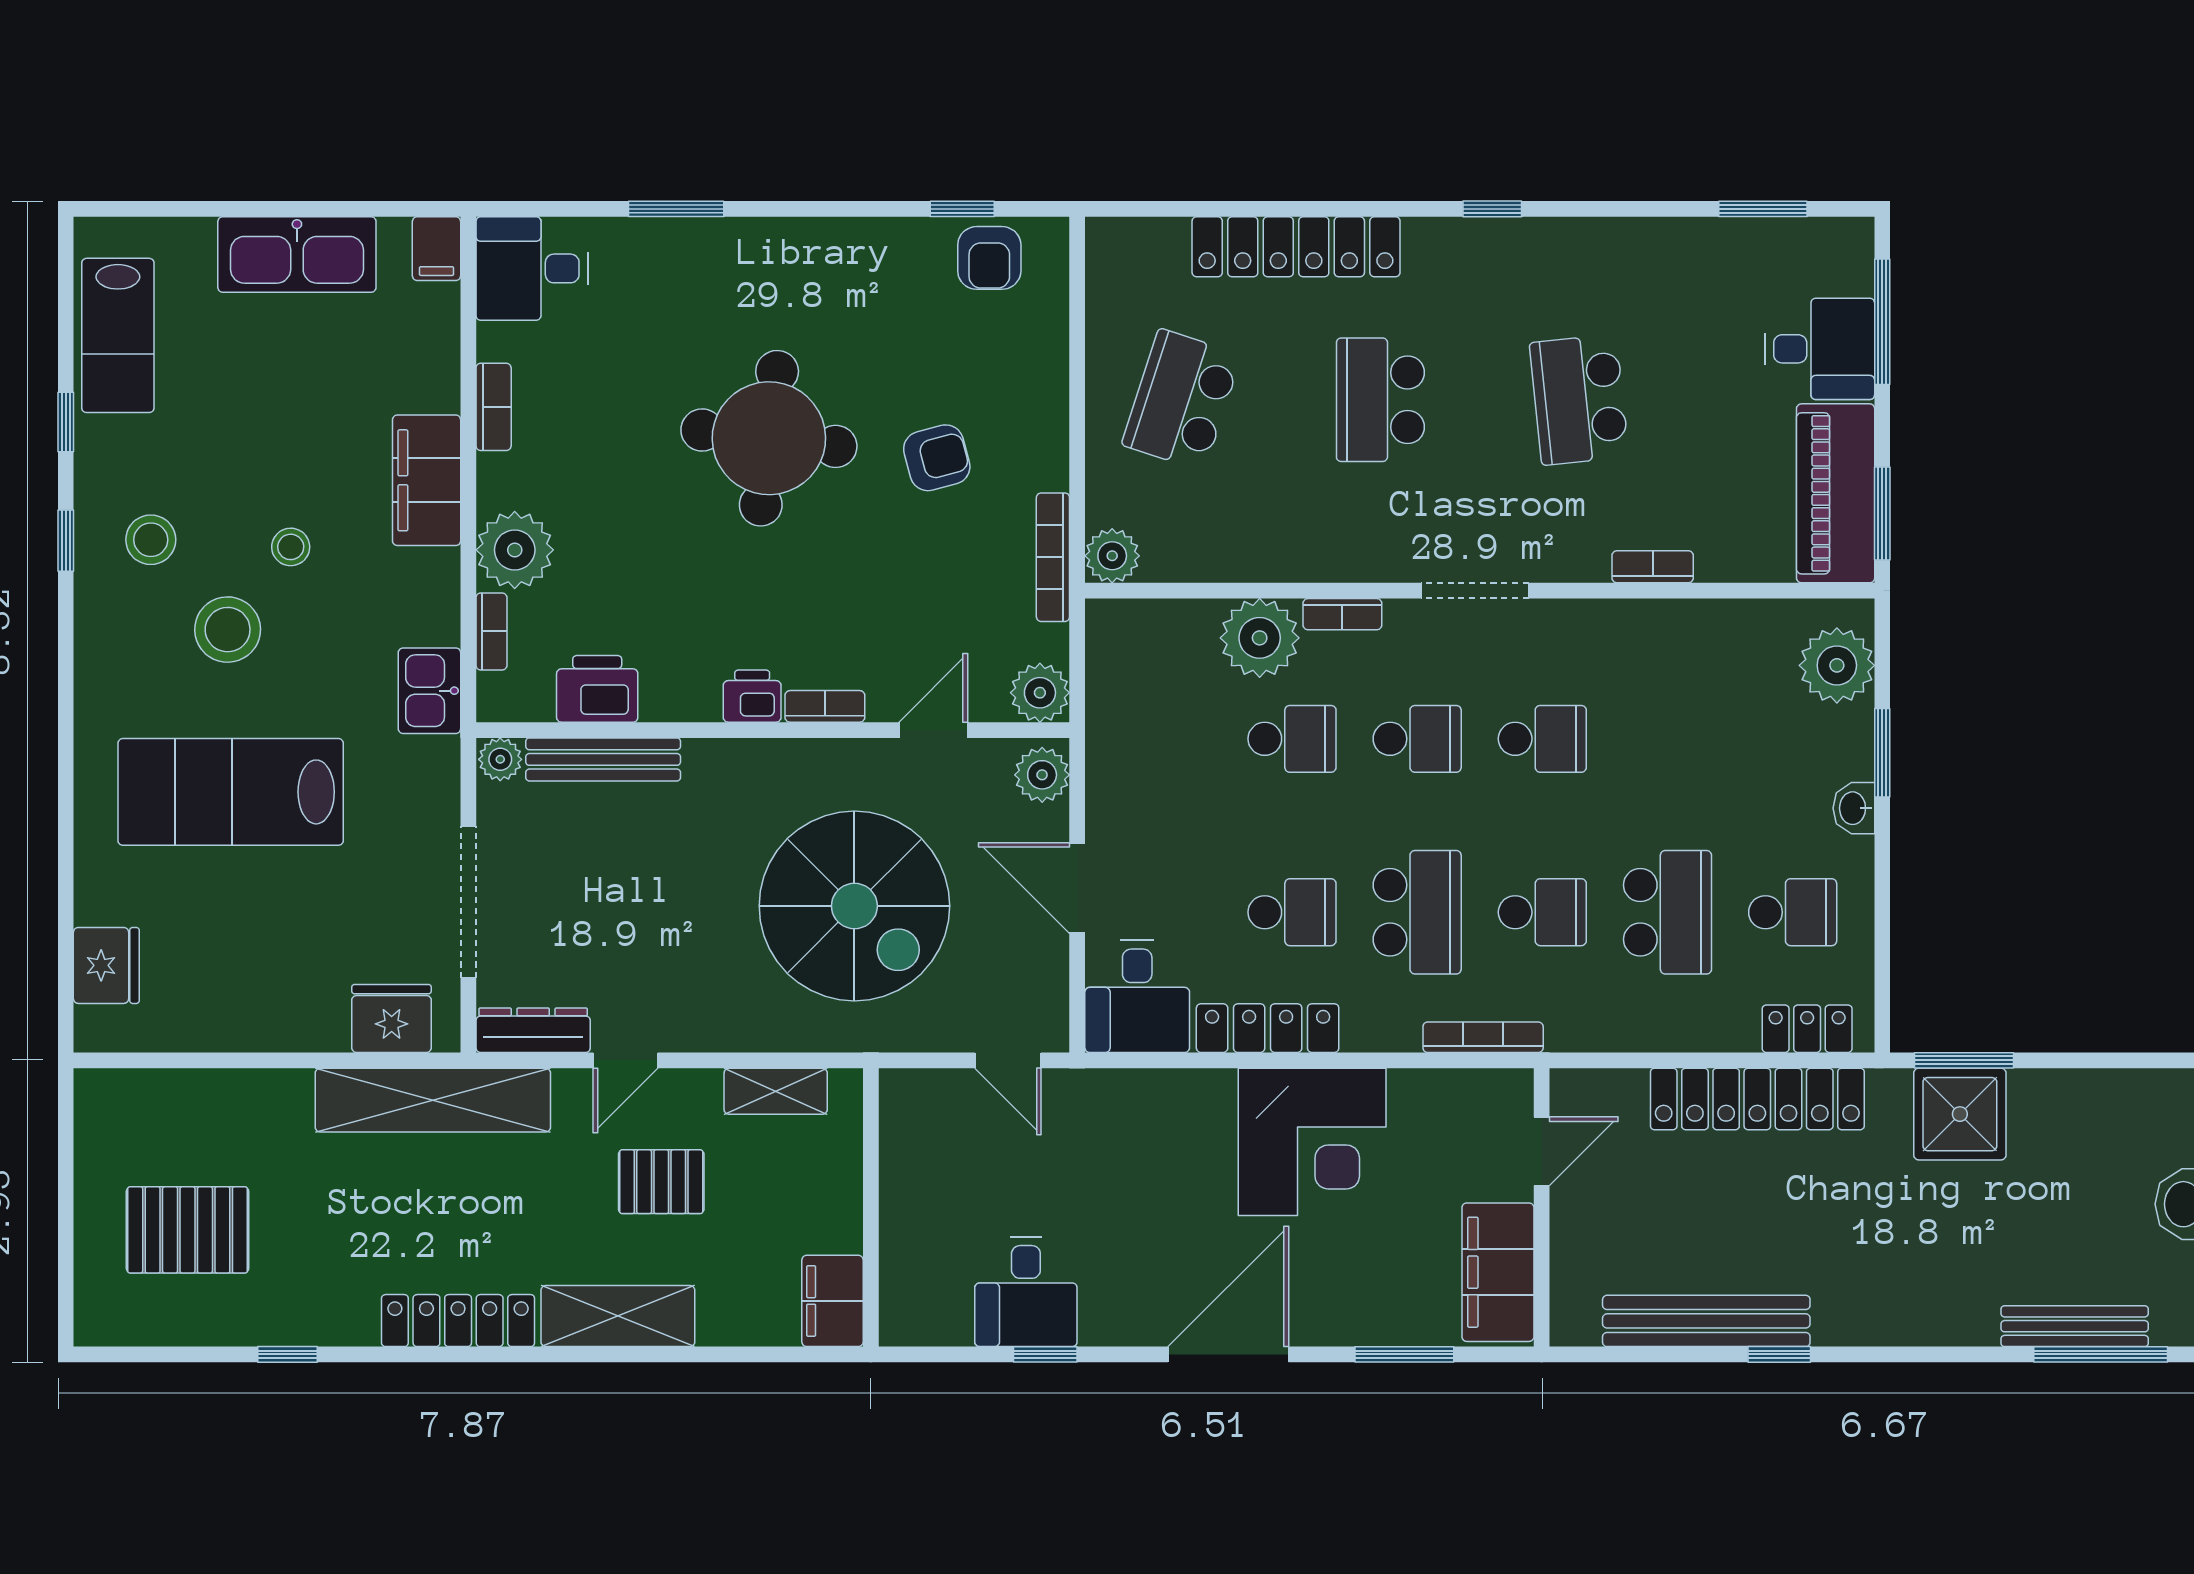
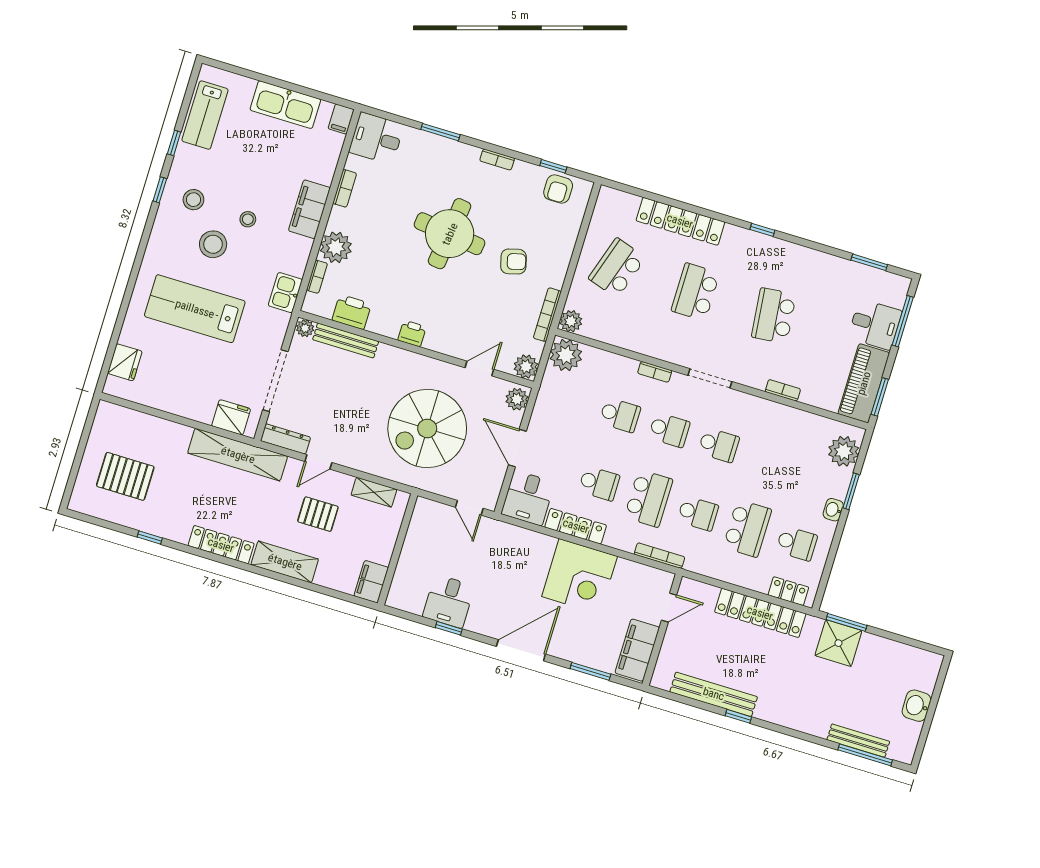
plant: (1260, 638) -> (566, 355), moved
bookcase: (825, 706) -> (497, 159), moved, turned 180
spiral stairs: (854, 906) -> (427, 428), turned 90

